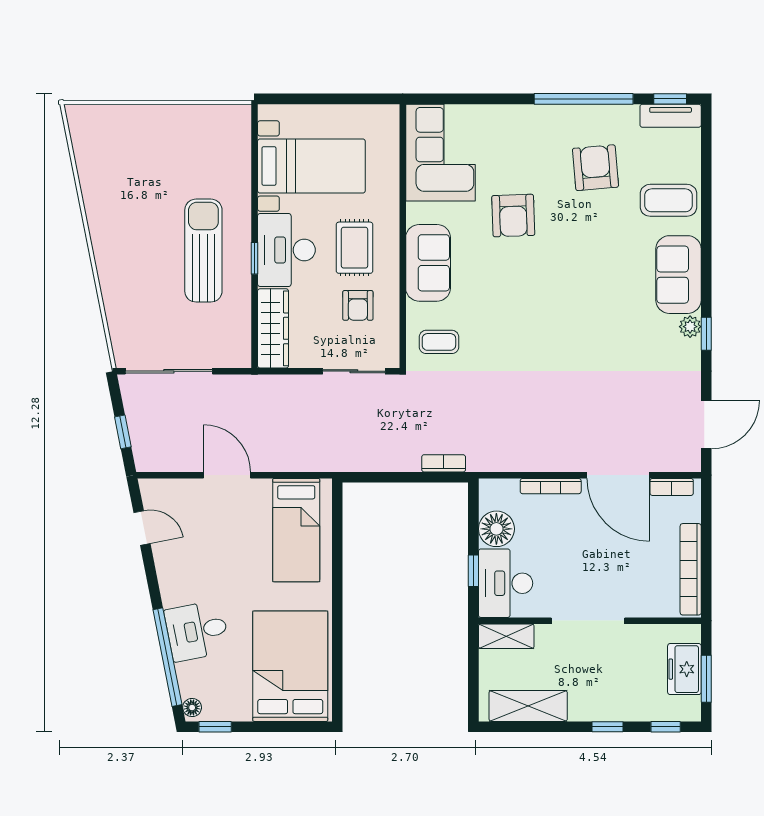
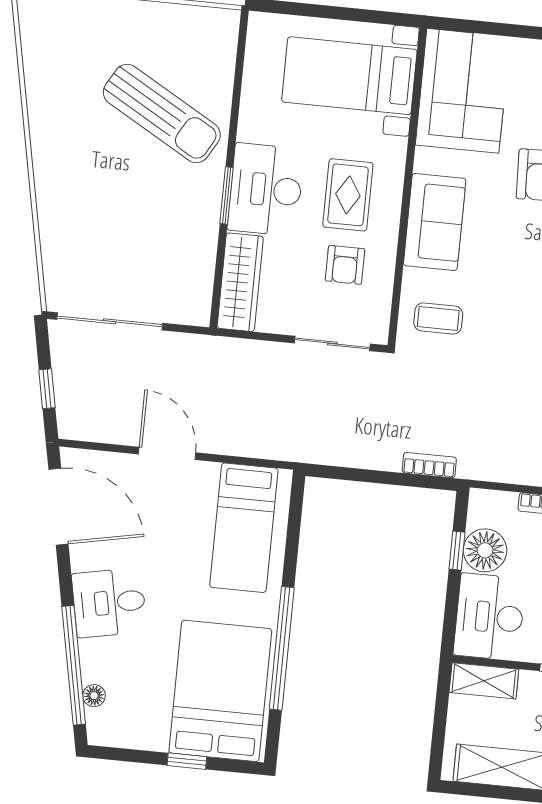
bed with nightstands: (311, 166) -> (349, 76), moved, turned 180
sun lounger: (203, 251) -> (162, 114), moved, turned 120
window: (255, 258) -> (226, 196), width x1.50
door: (142, 528) -> (58, 507), width x1.88
window: (473, 571) -> (457, 551), moved
window: (337, 626) -> (282, 648), added
desk: (197, 631) -> (109, 603), moved
floor lamp: (192, 708) -> (94, 696), moved
window: (215, 727) -> (187, 761), moved

